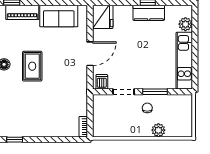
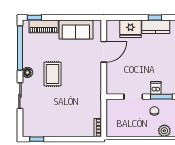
fridge: (103, 17) -> (130, 29), moved, turned 90
door: (90, 54) -> (104, 52), moved
dishwasher: (102, 82) -> (156, 88), moved

